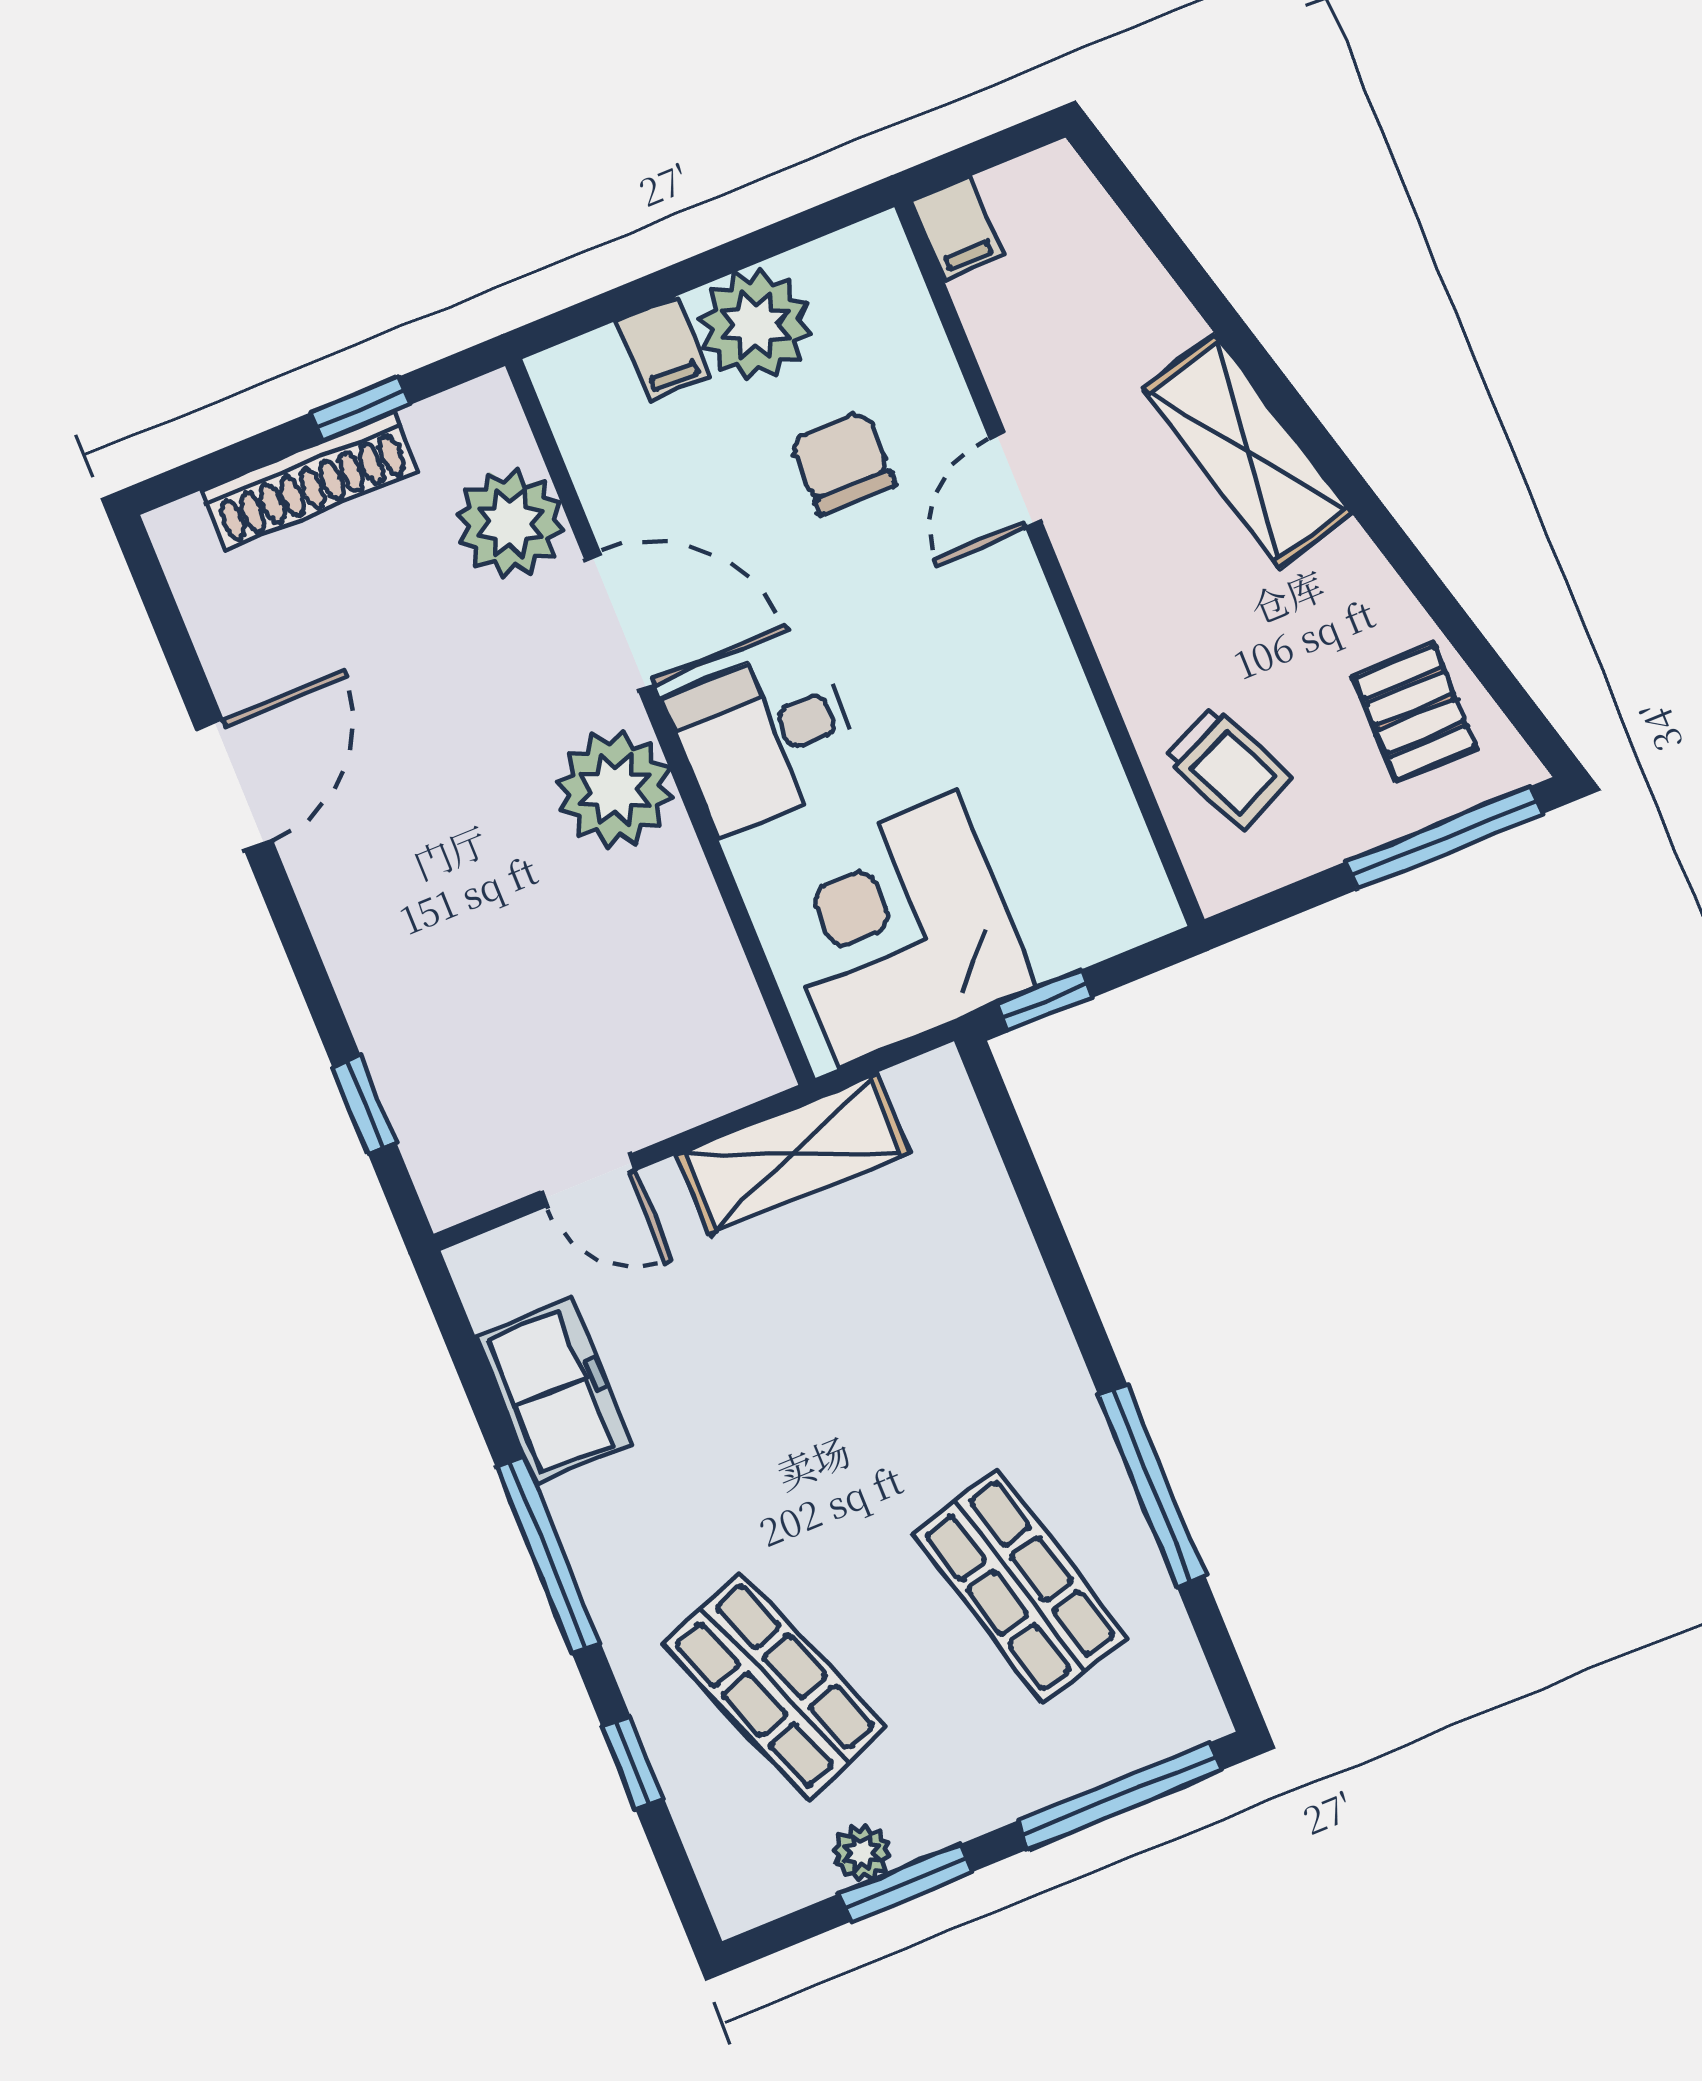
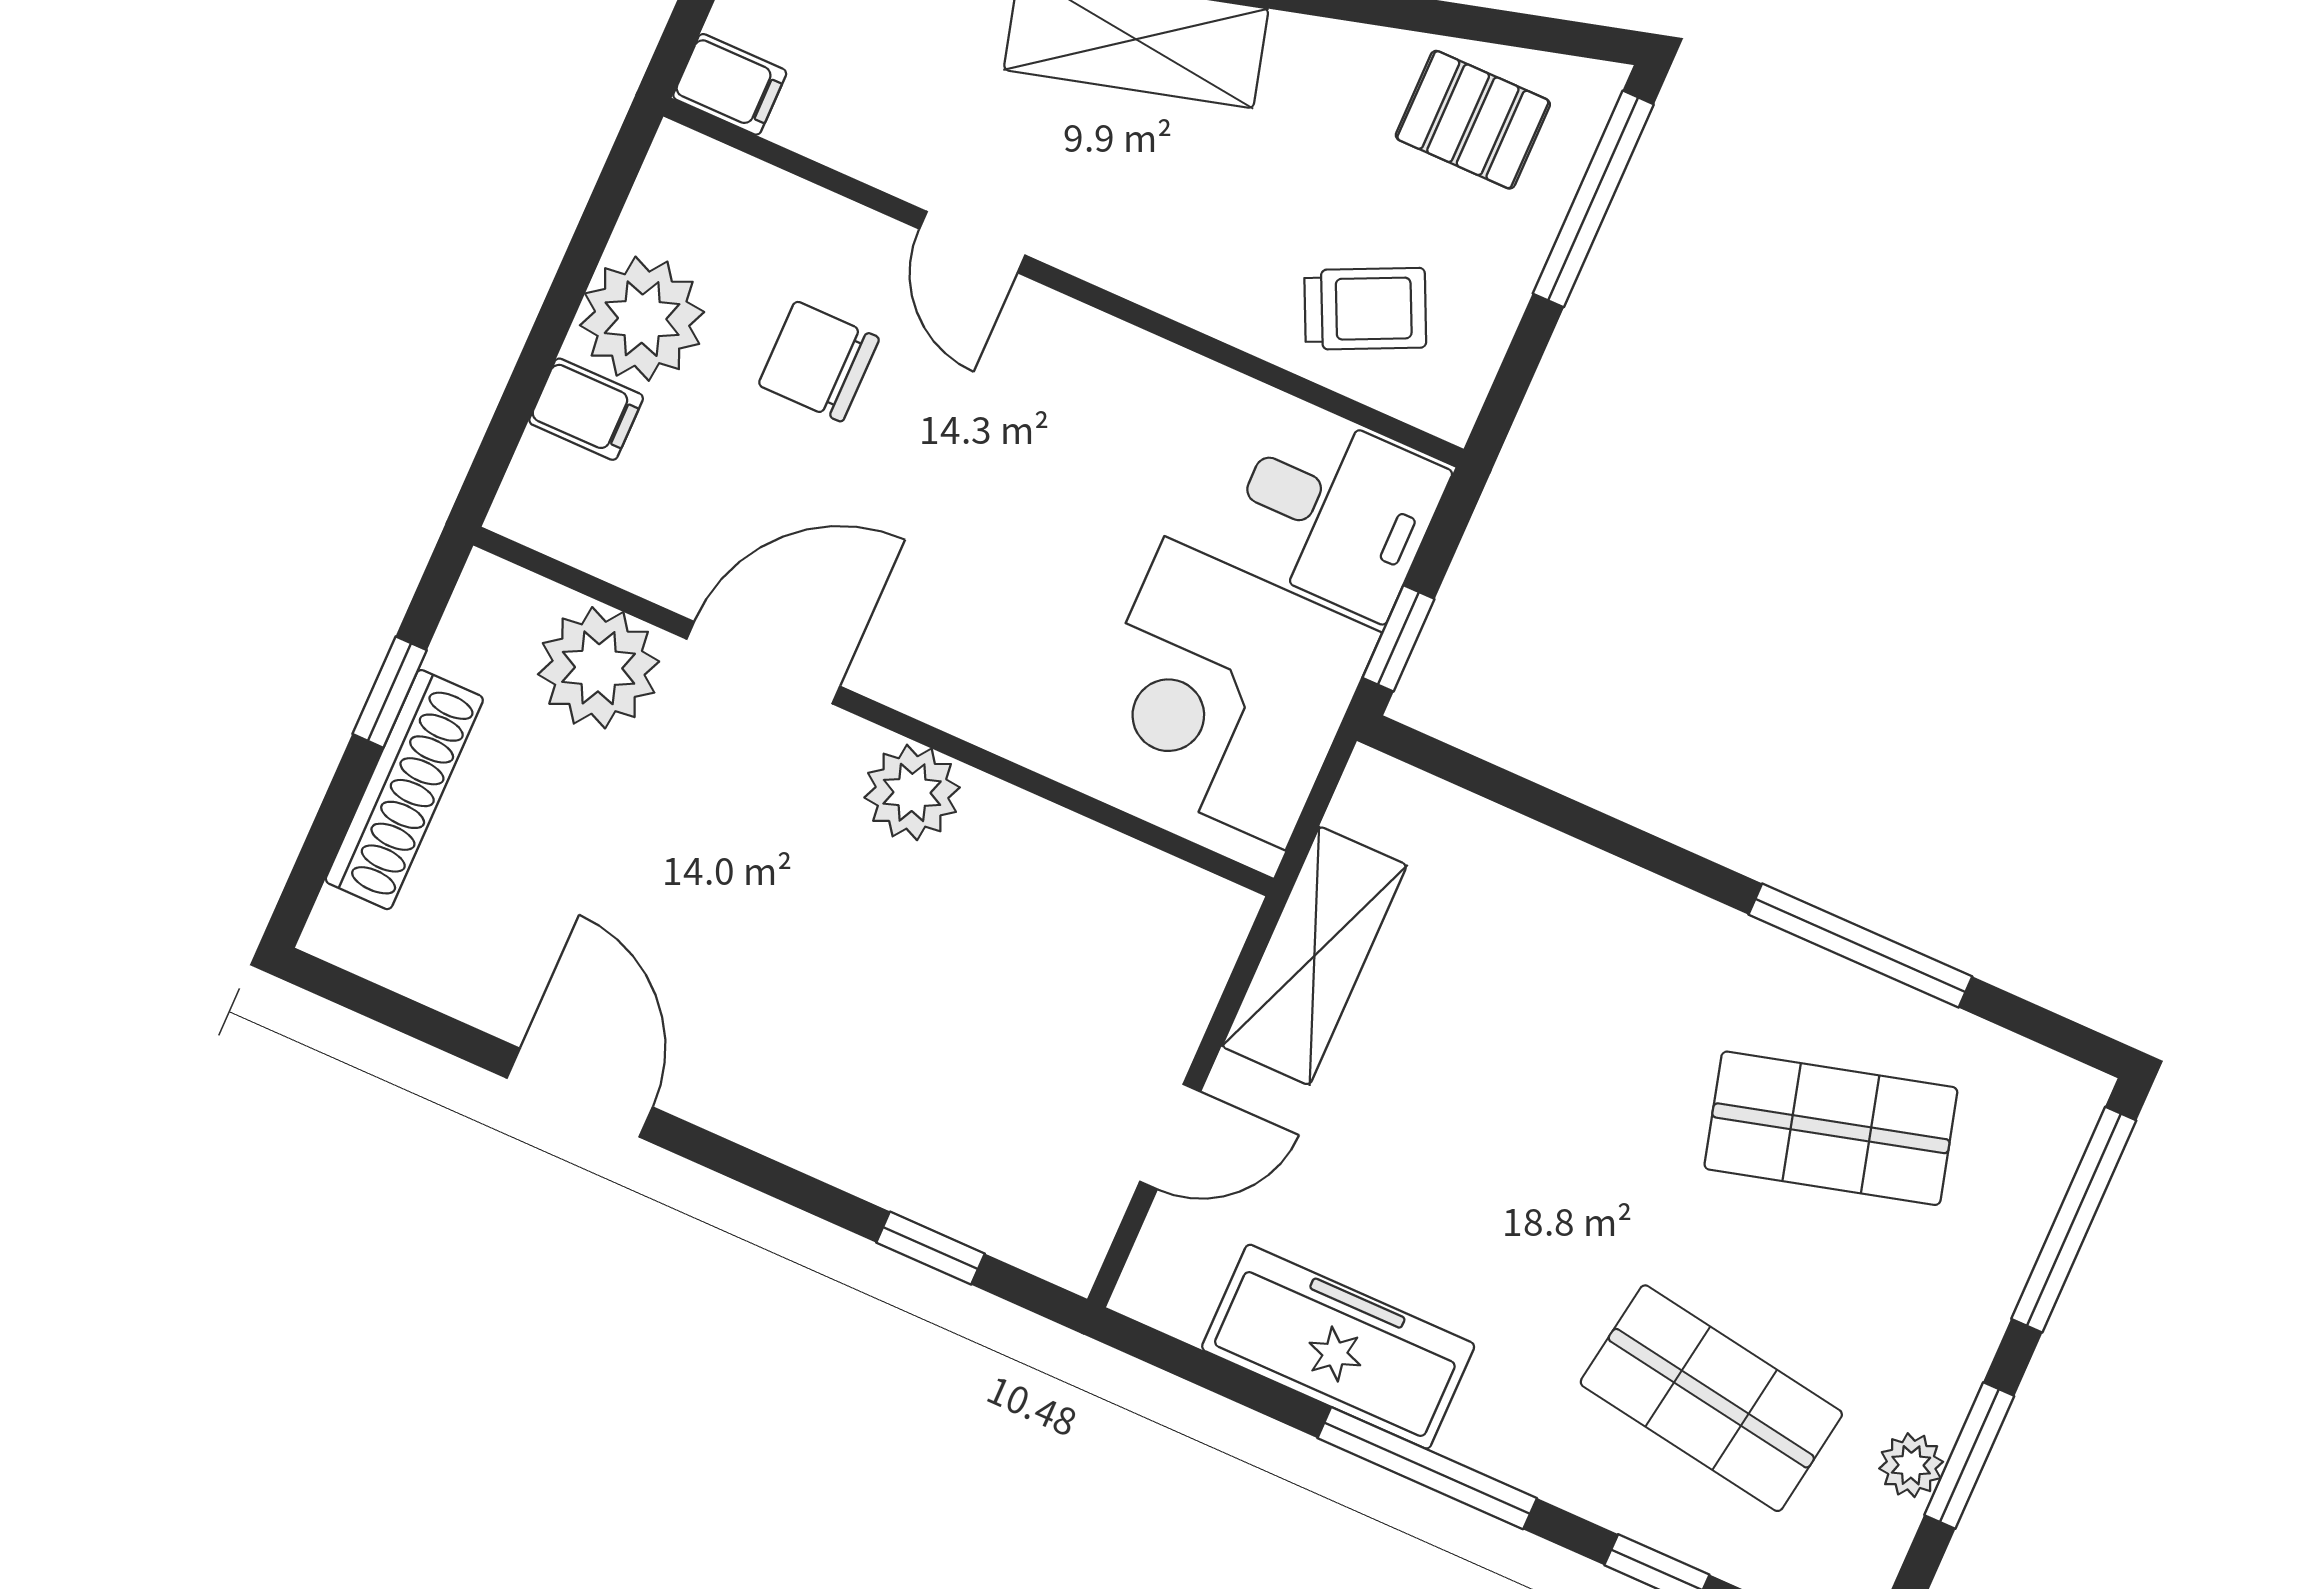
desk: (765, 738) -> (1336, 512), moved, turned -90
plant: (615, 790) -> (912, 792), width x0.73, depth x0.73
freezer: (554, 1391) -> (1338, 1347), width x1.40
shop shelf: (775, 1686) -> (1711, 1398), turned 30

